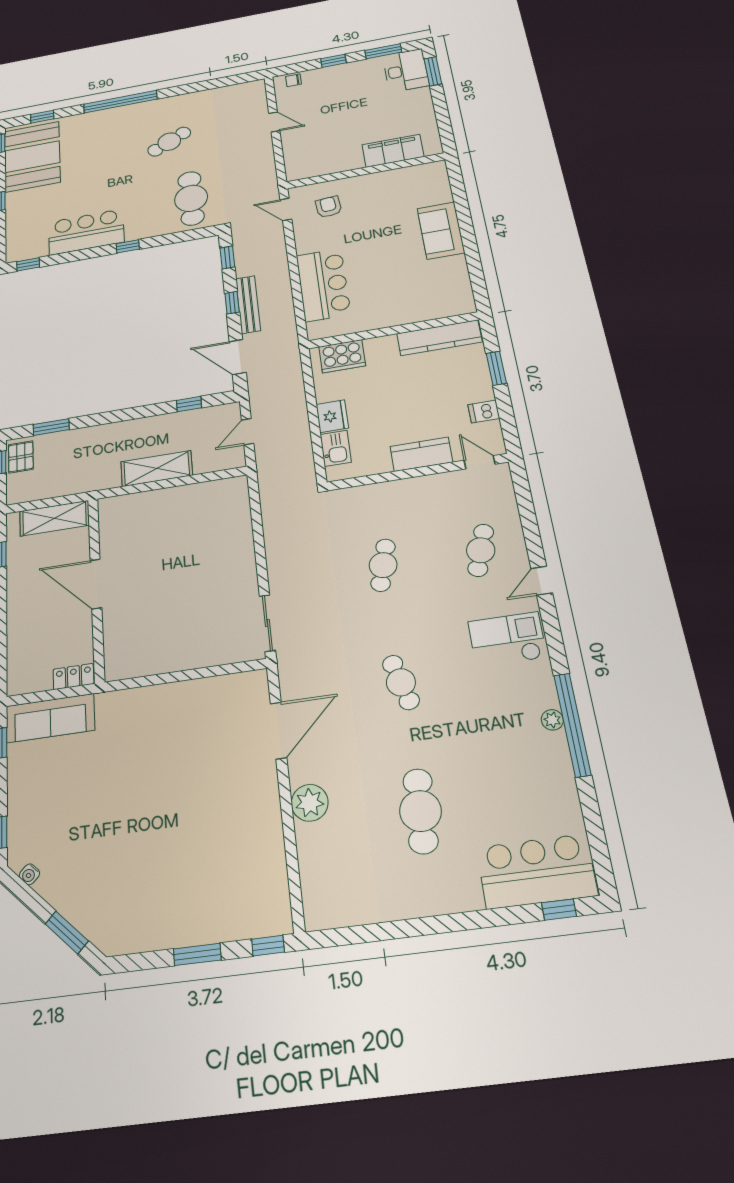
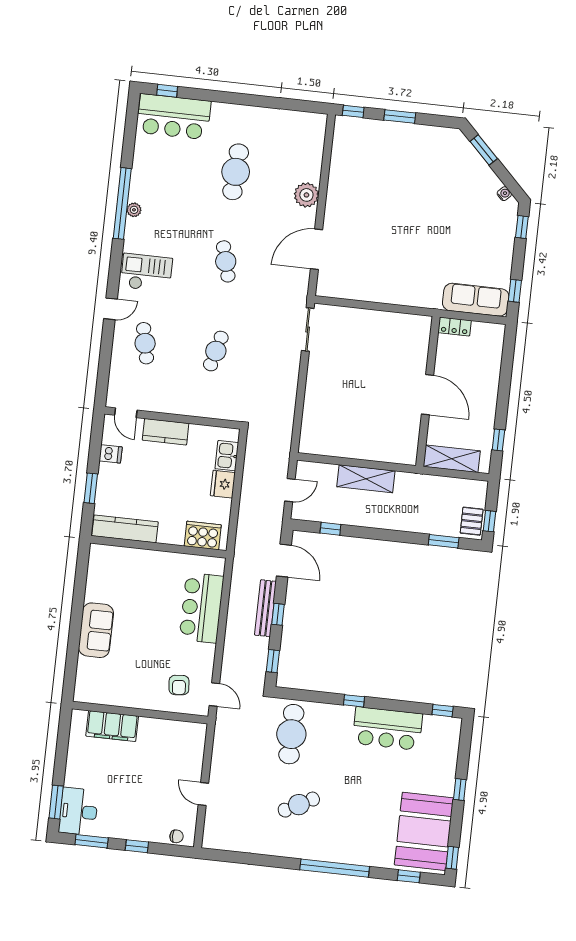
cafe table: (481, 550) -> (145, 343), turned -30
checkout: (507, 639) -> (146, 273), turned 180

